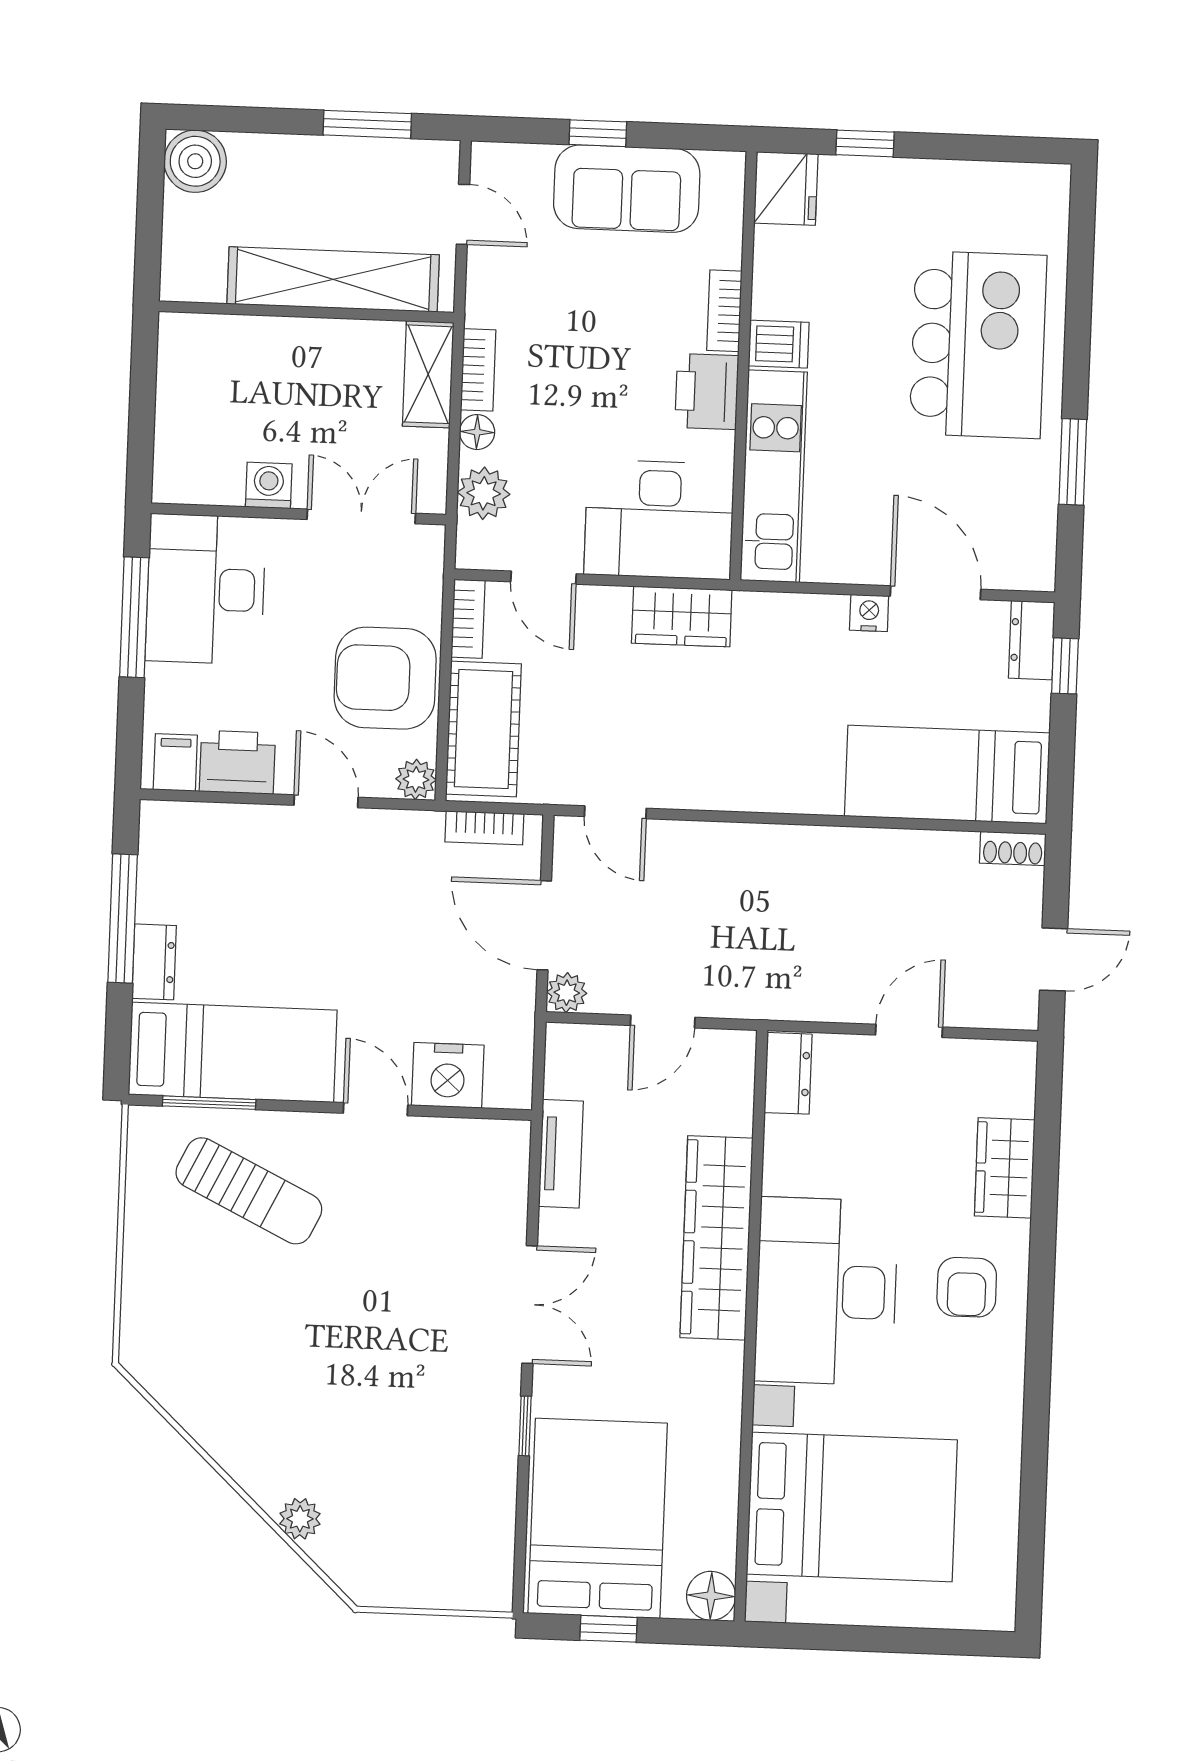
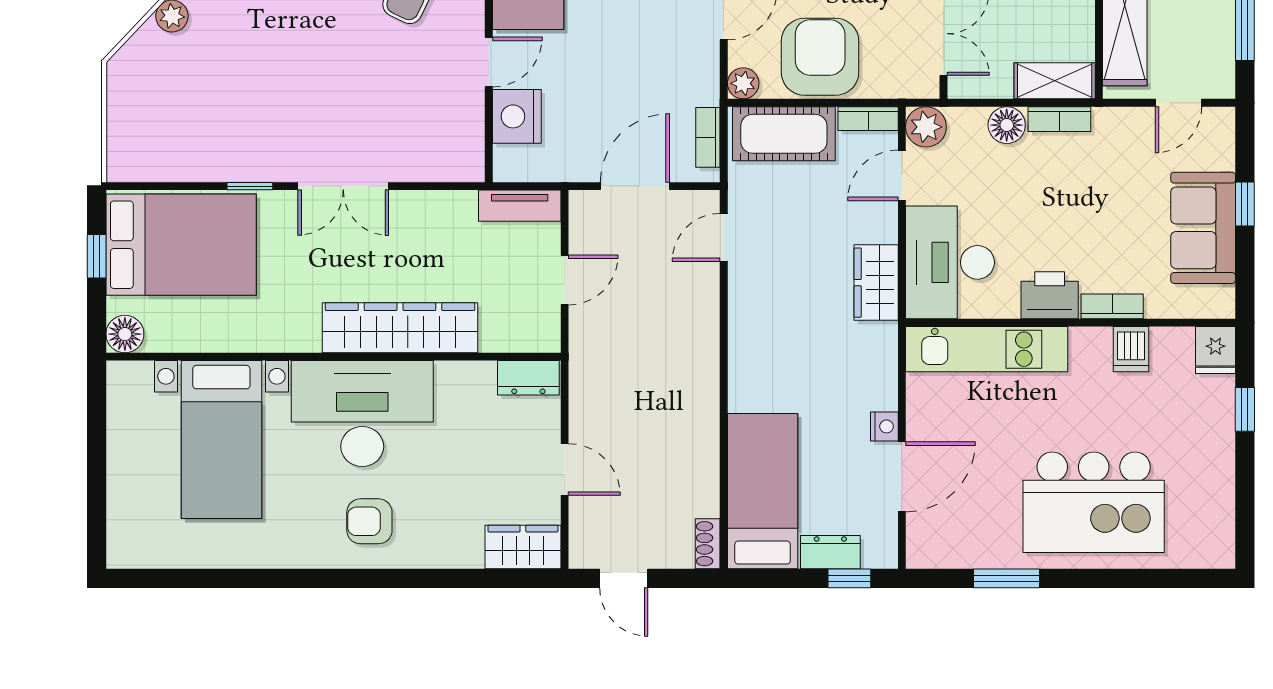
fridge: (786, 188) -> (1215, 350), width x0.72
dishwasher: (779, 344) -> (1131, 349), moved
floor lamp: (477, 432) -> (1007, 125), width x1.37, depth x1.37
plant: (484, 493) -> (926, 127), moved
dresser: (1032, 640) -> (830, 552), moved
plant: (567, 993) -> (584, 205), removed
door: (663, 1021) -> (565, 280), swing flipped
tv unit: (561, 1154) -> (520, 206), moved
wardrobe: (1005, 1168) -> (523, 547), moved
bed with nightstands: (852, 1507) -> (221, 440), width x0.73

